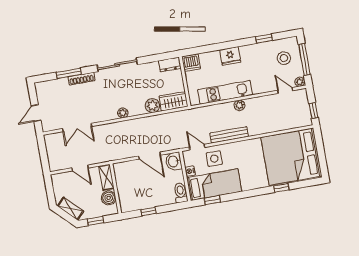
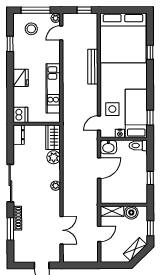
plant: (239, 105) -> (67, 77), removed
bench: (229, 135) -> (93, 67), moved

